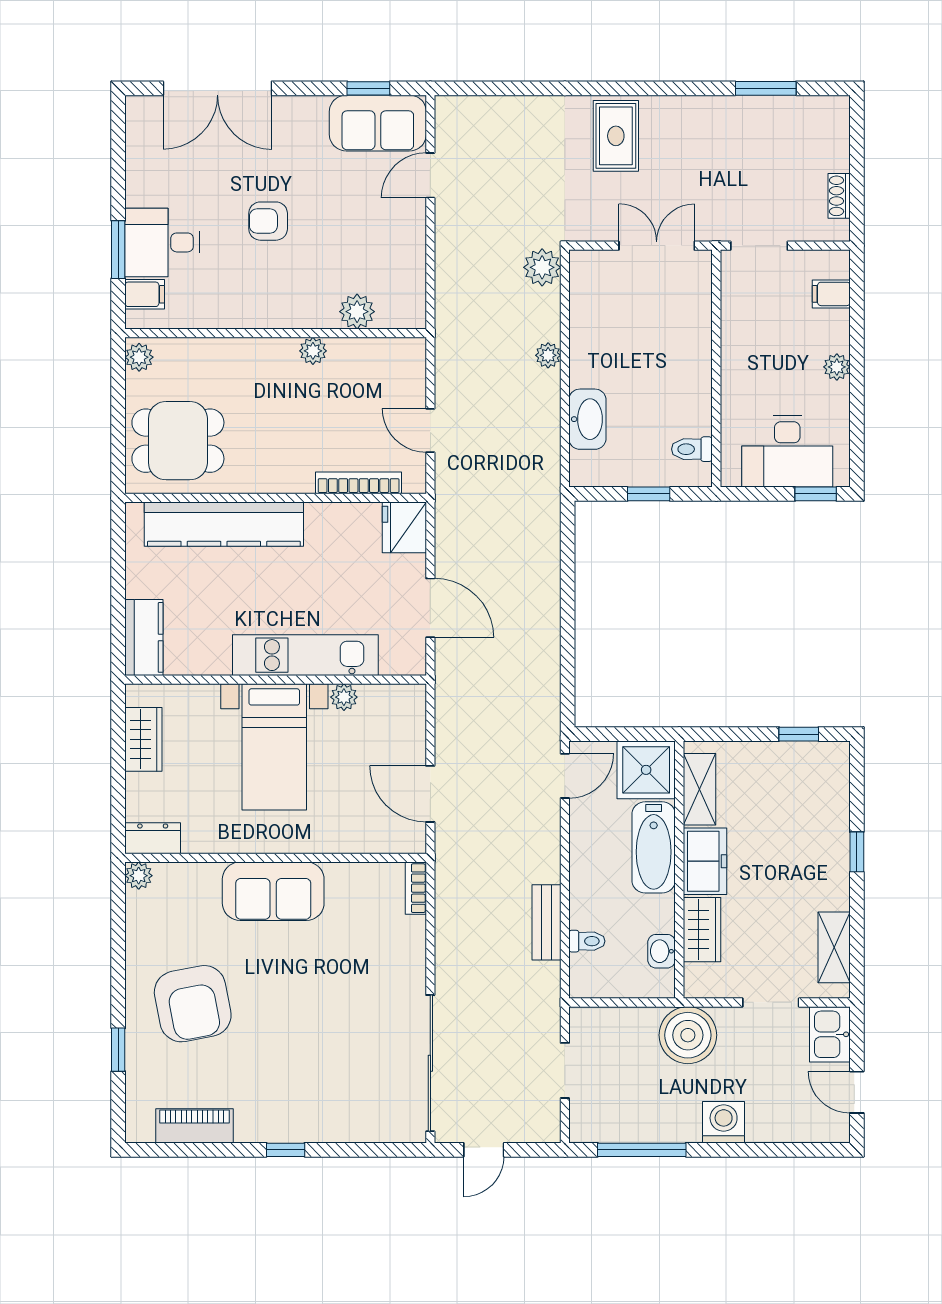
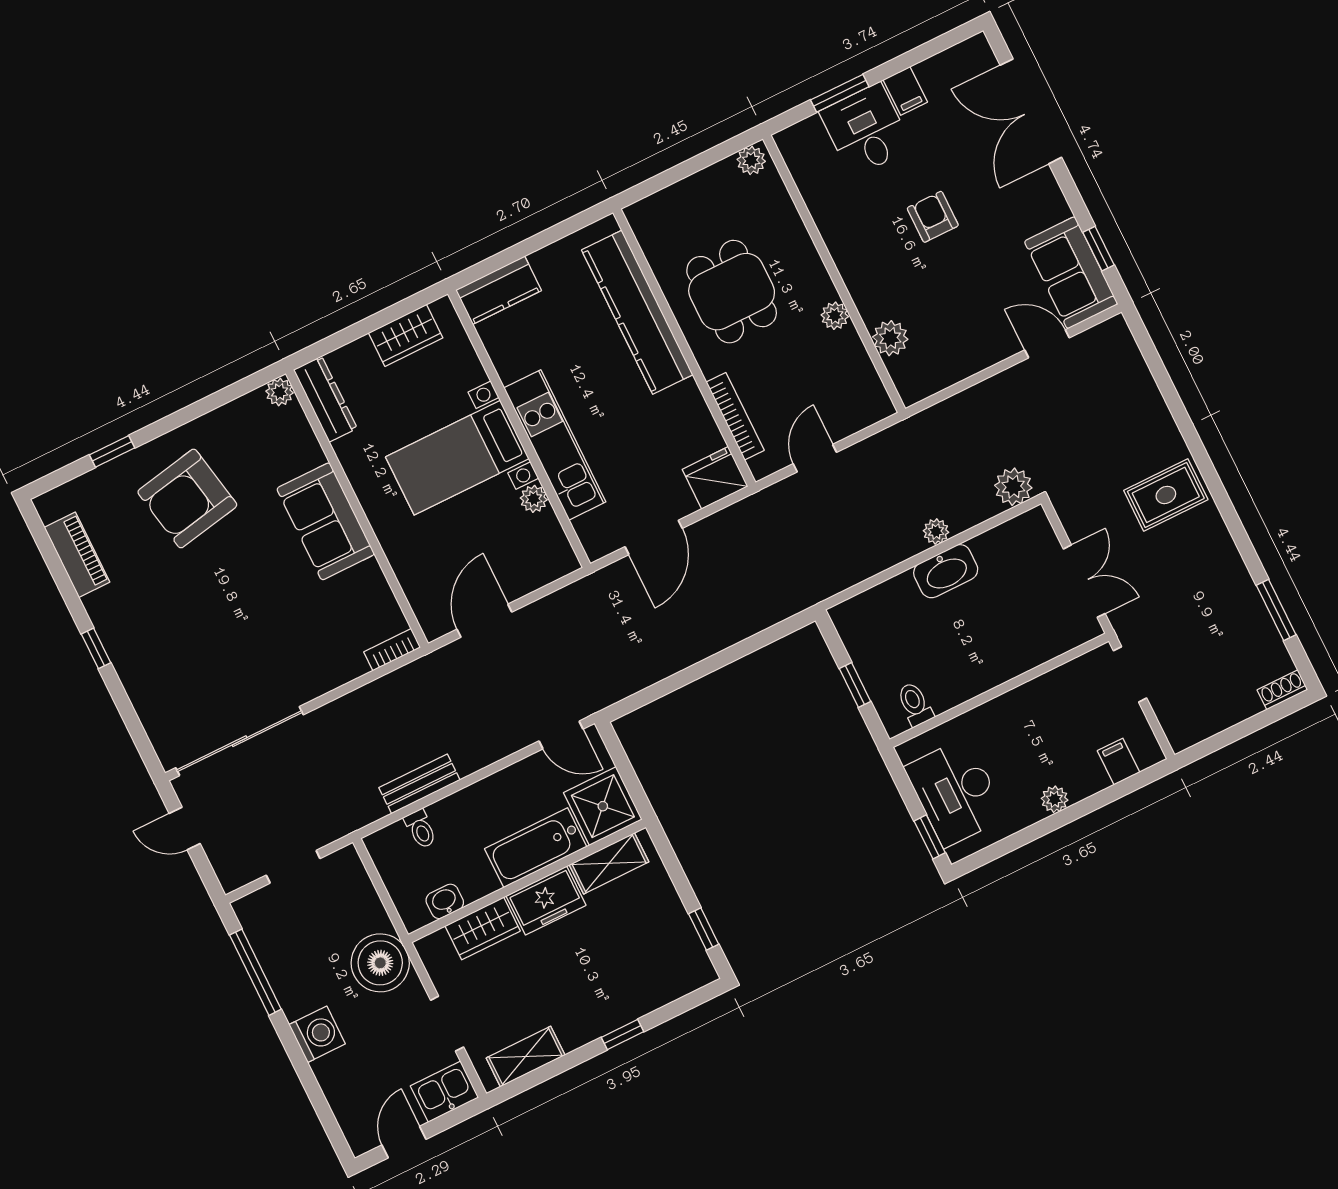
shoe rack: (839, 196) -> (1282, 690), moved
filing cabinet: (145, 294) -> (905, 91), moved
washbasin: (587, 419) -> (946, 571), moved
dining table: (178, 441) -> (732, 292), moved
dresser: (153, 838) -> (325, 399), width x1.44

